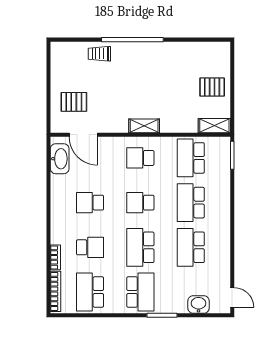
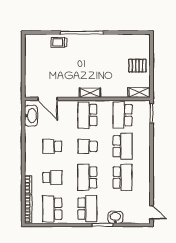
pallet: (74, 102) -> (41, 76), removed
school desk: (140, 158) -> (87, 115), width x1.85
school desk: (191, 203) -> (123, 146), turned 180
school desk: (191, 247) -> (123, 177), turned 180
washbasin: (198, 304) -> (115, 217), moved

